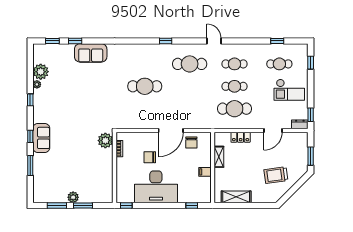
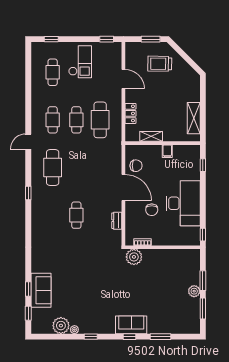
window: (277, 41) -> (28, 75), removed
sofa: (91, 53) -> (41, 290), moved
cafe table: (145, 86) -> (76, 215), width x0.73, depth x0.74
dresser: (300, 124) -> (117, 221), moved
trolley: (276, 175) -> (160, 64), moved, turned 99

